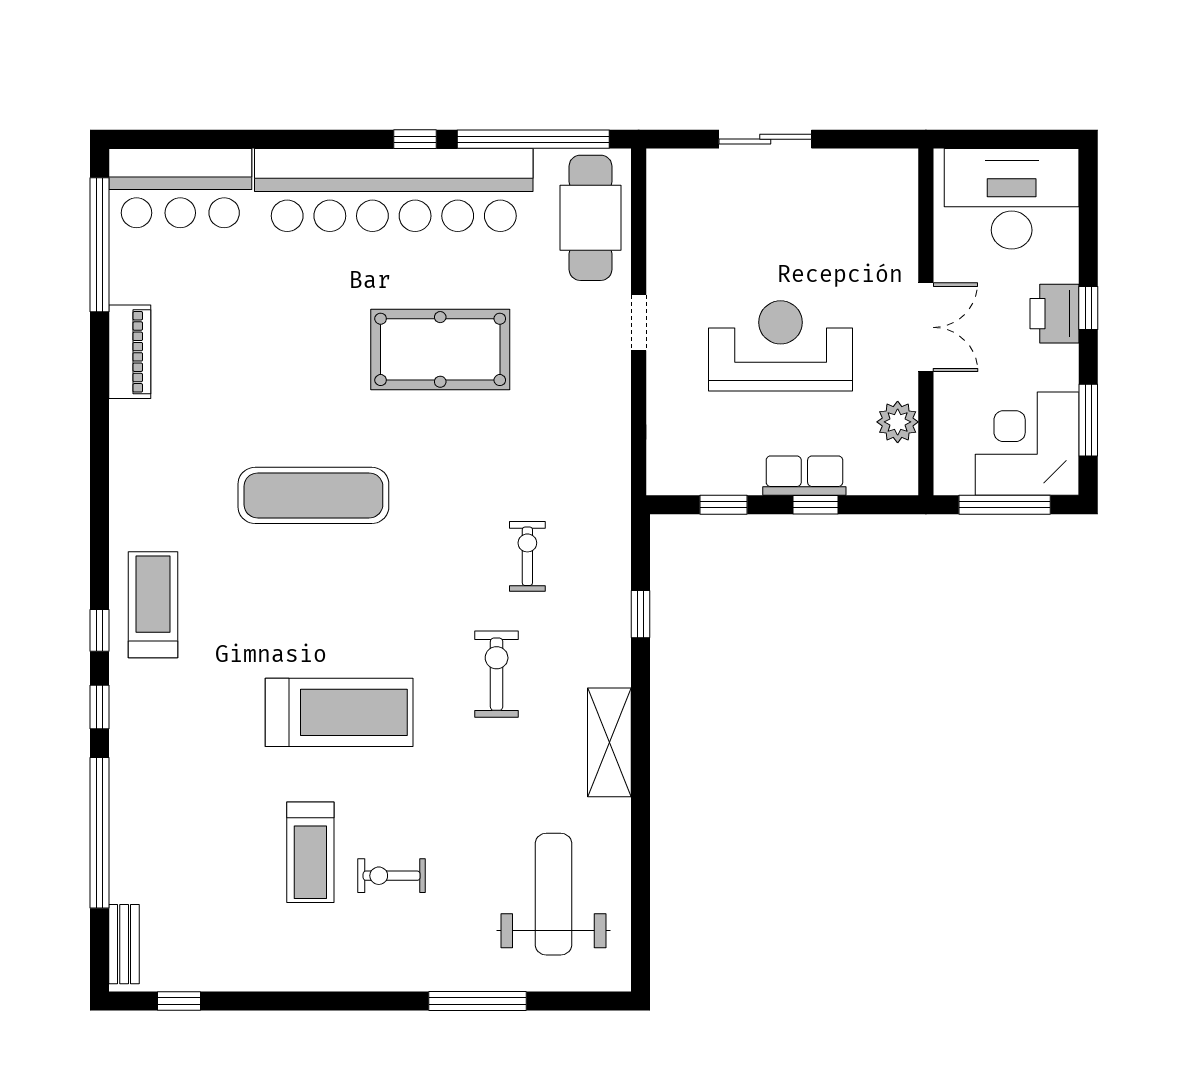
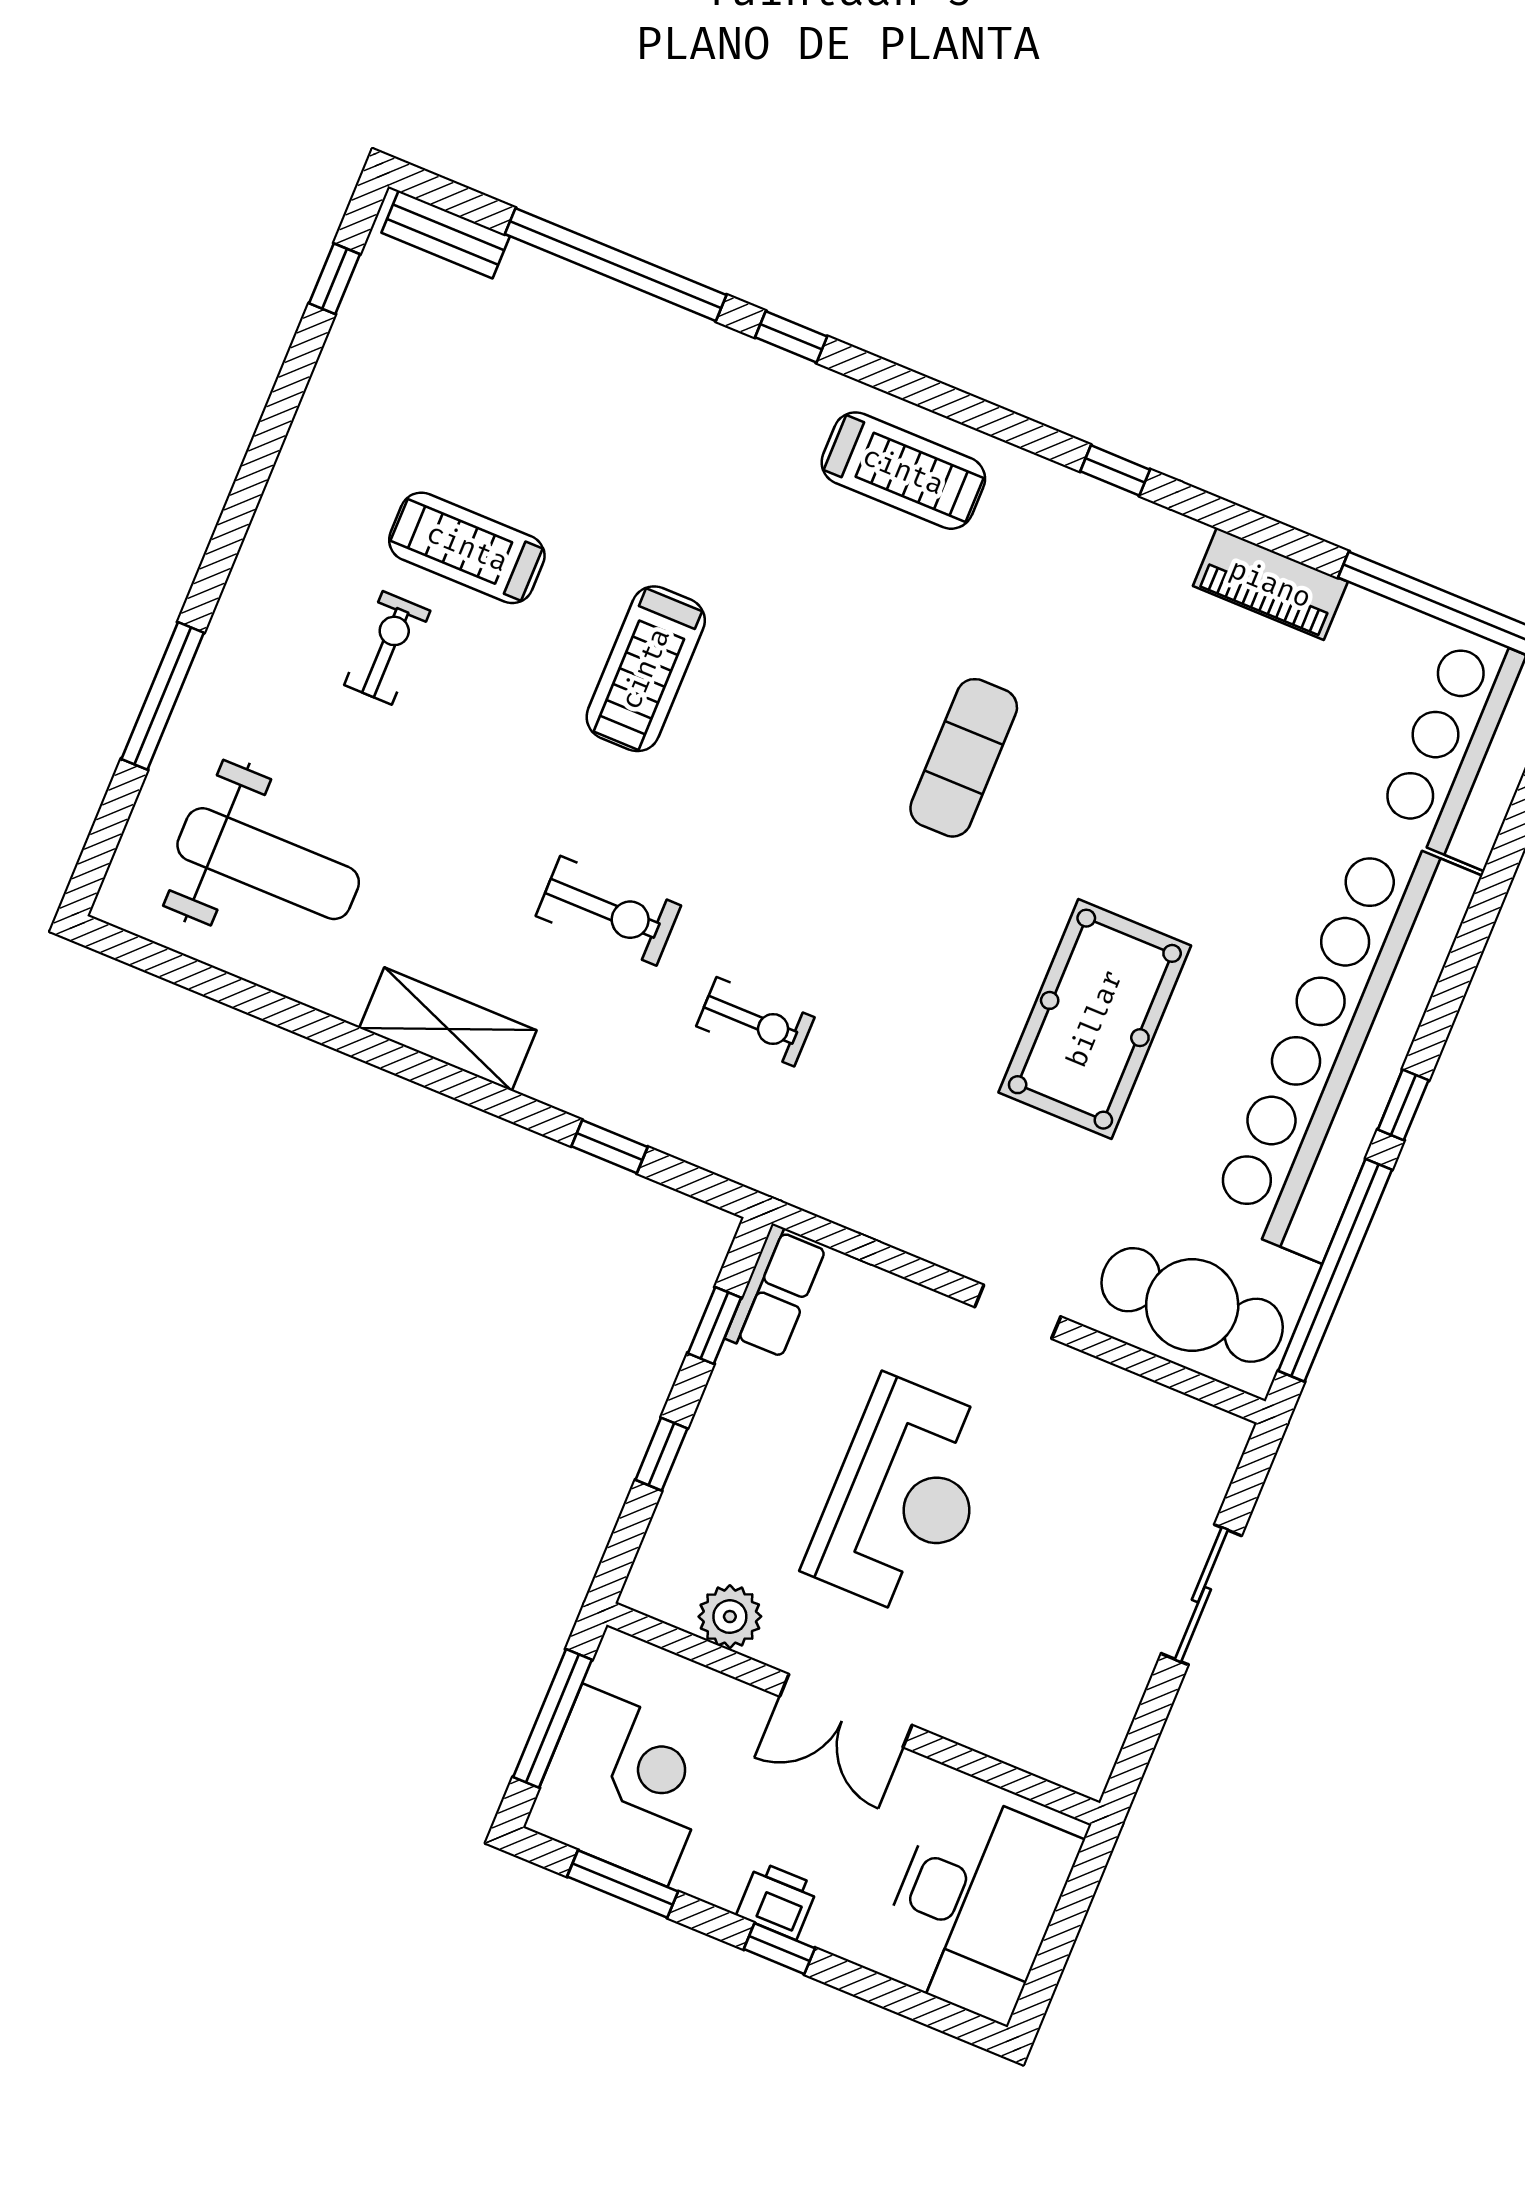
printer: (1055, 314) -> (777, 1900), width x0.73, depth x0.81
row of seats: (804, 476) -> (776, 1292), moved
exercise mat: (313, 495) -> (964, 758), width x0.73, depth x0.69
window: (100, 630) -> (1115, 470), moved
treadmill: (339, 712) -> (646, 669), width x0.73, depth x0.73

